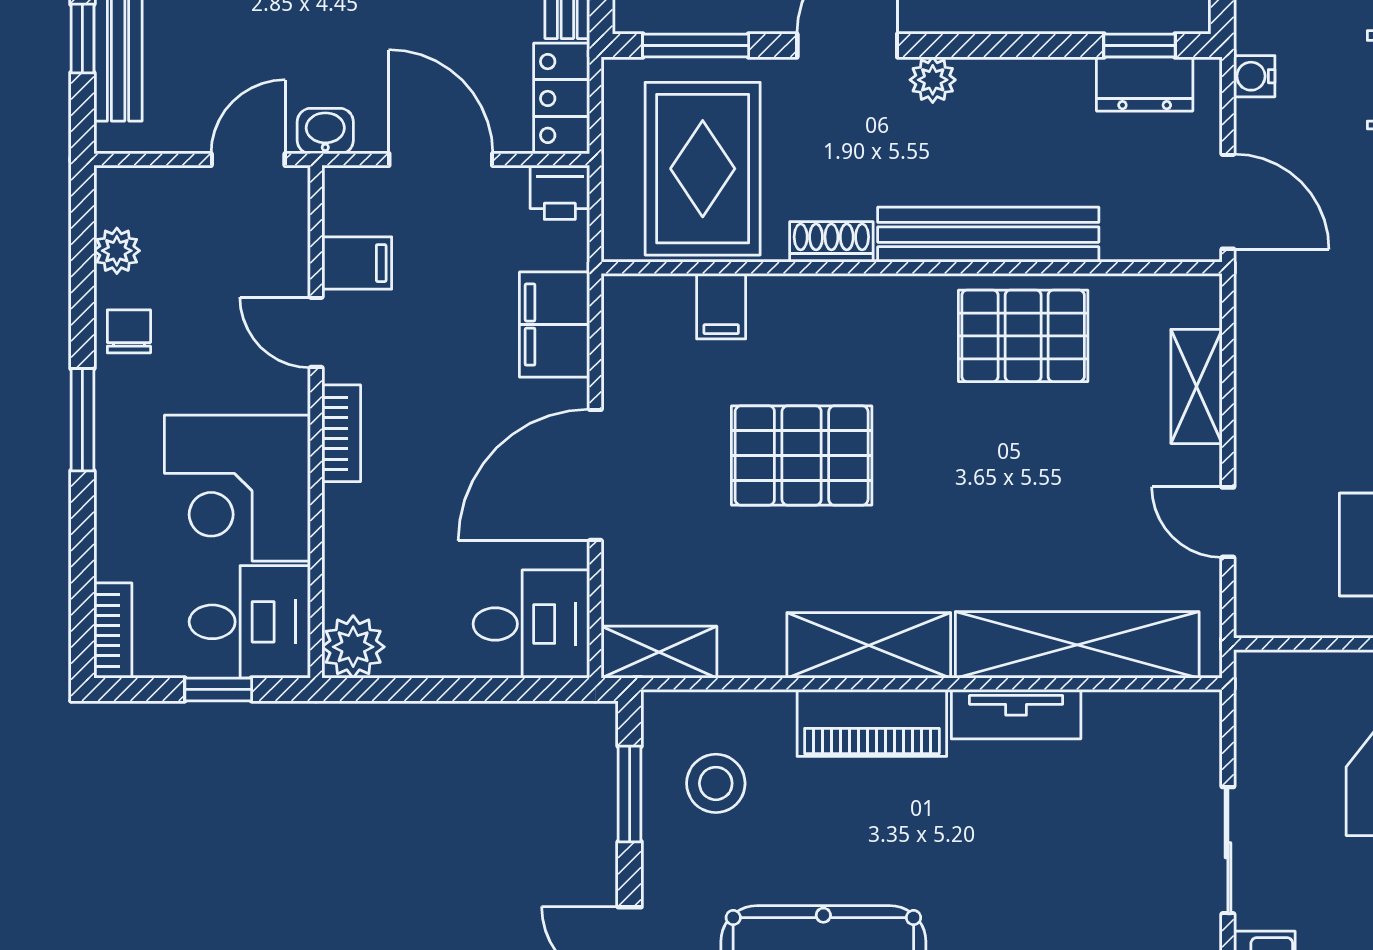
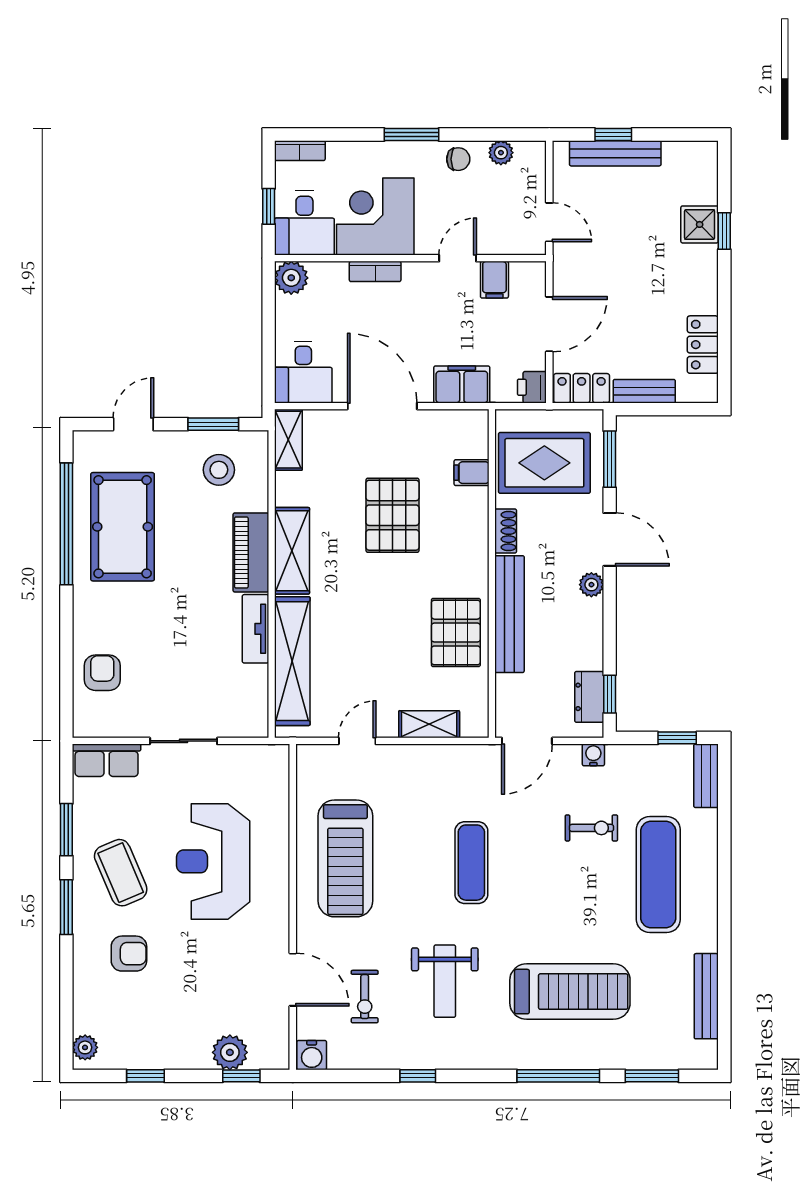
washbasin: (325, 131) -> (564, 263), removed
bookcase: (341, 433) -> (375, 271), moved

